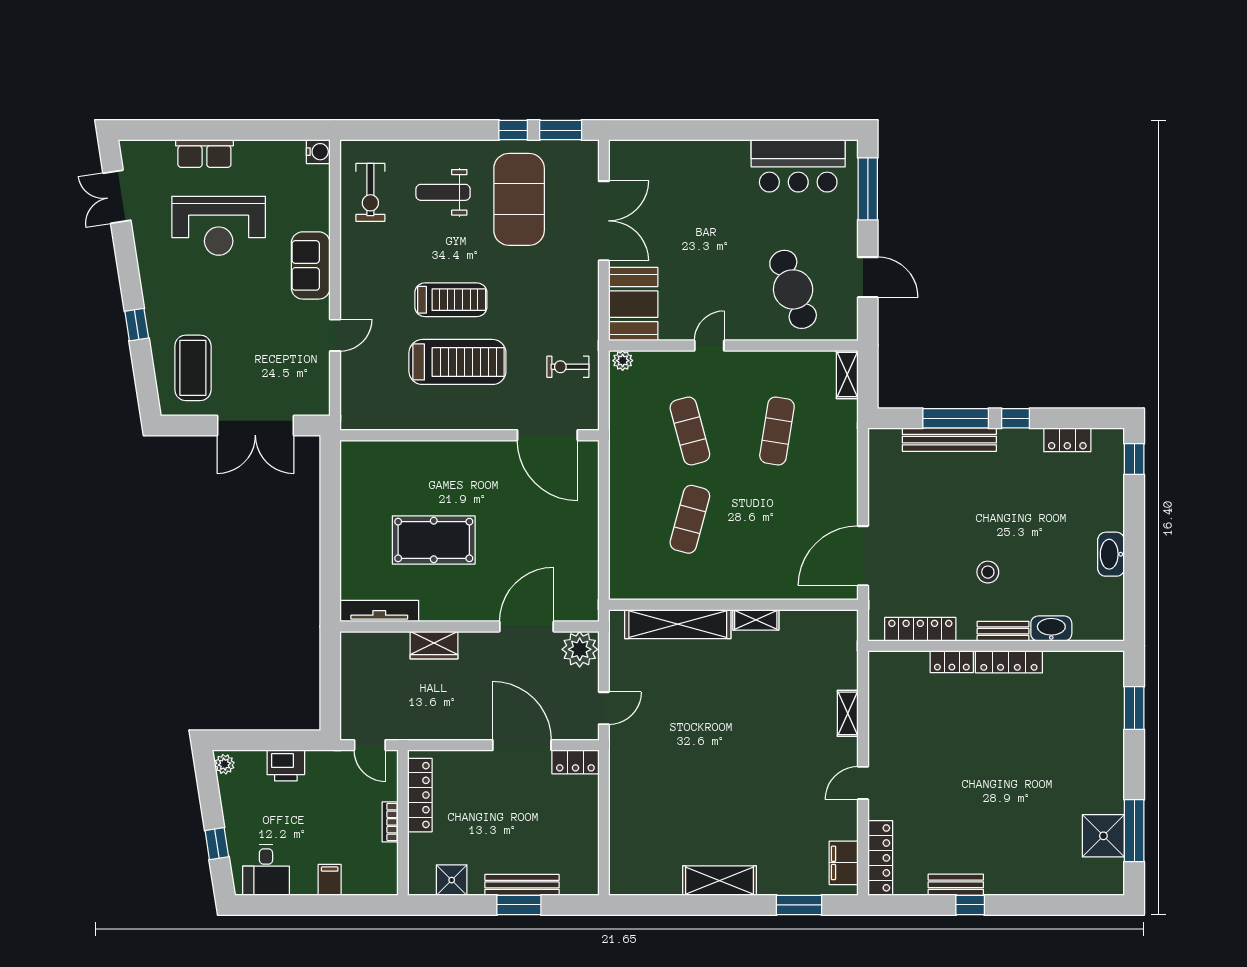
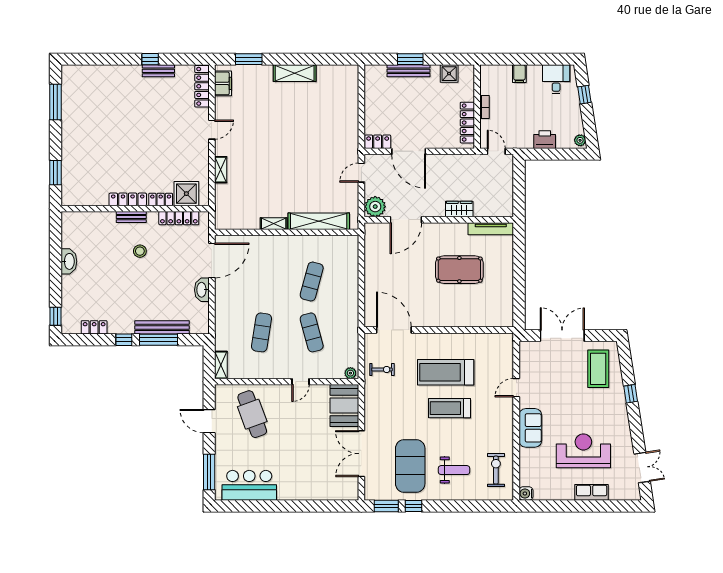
washbasin: (1051, 628) -> (202, 290), moved, turned 90
shower: (1103, 836) -> (186, 194), moved

